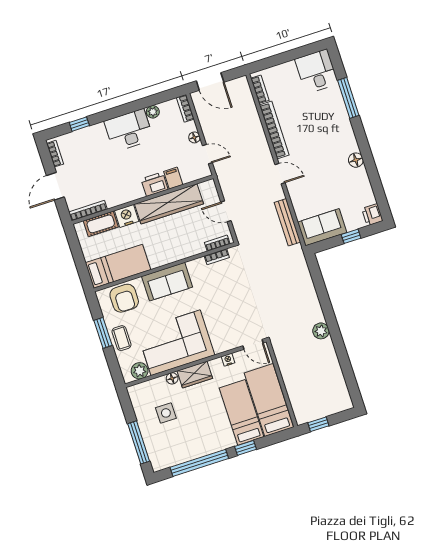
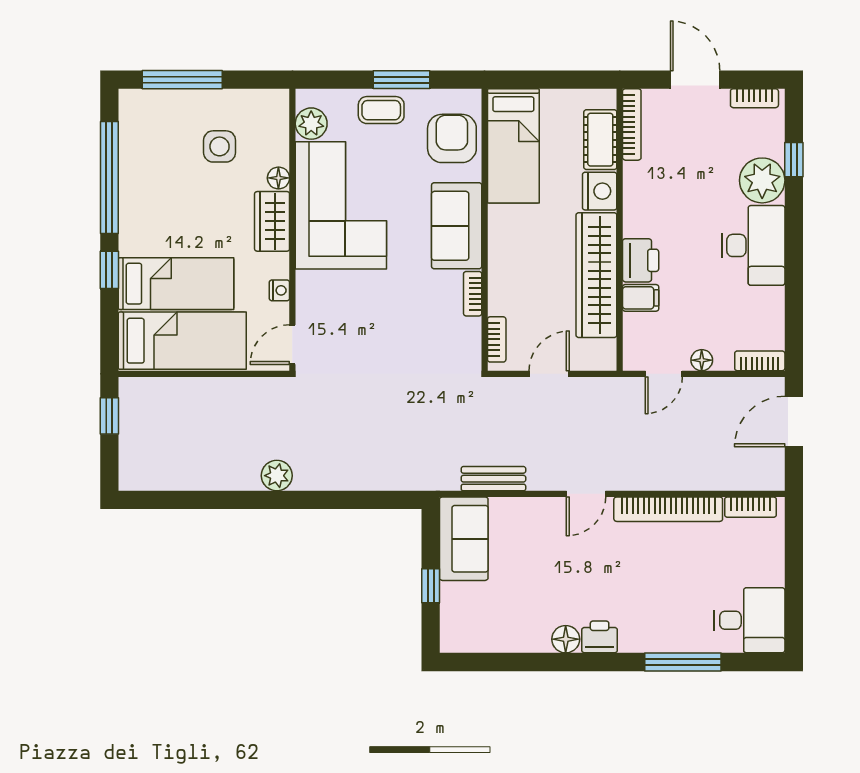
plant: (153, 112) -> (762, 180), moved, width x1.87, depth x1.87
printer: (372, 215) -> (600, 637), moved
bench: (287, 222) -> (493, 479), width x0.73
bookcase: (217, 257) -> (473, 294), moved
armchair: (124, 298) -> (452, 138), turned 90

